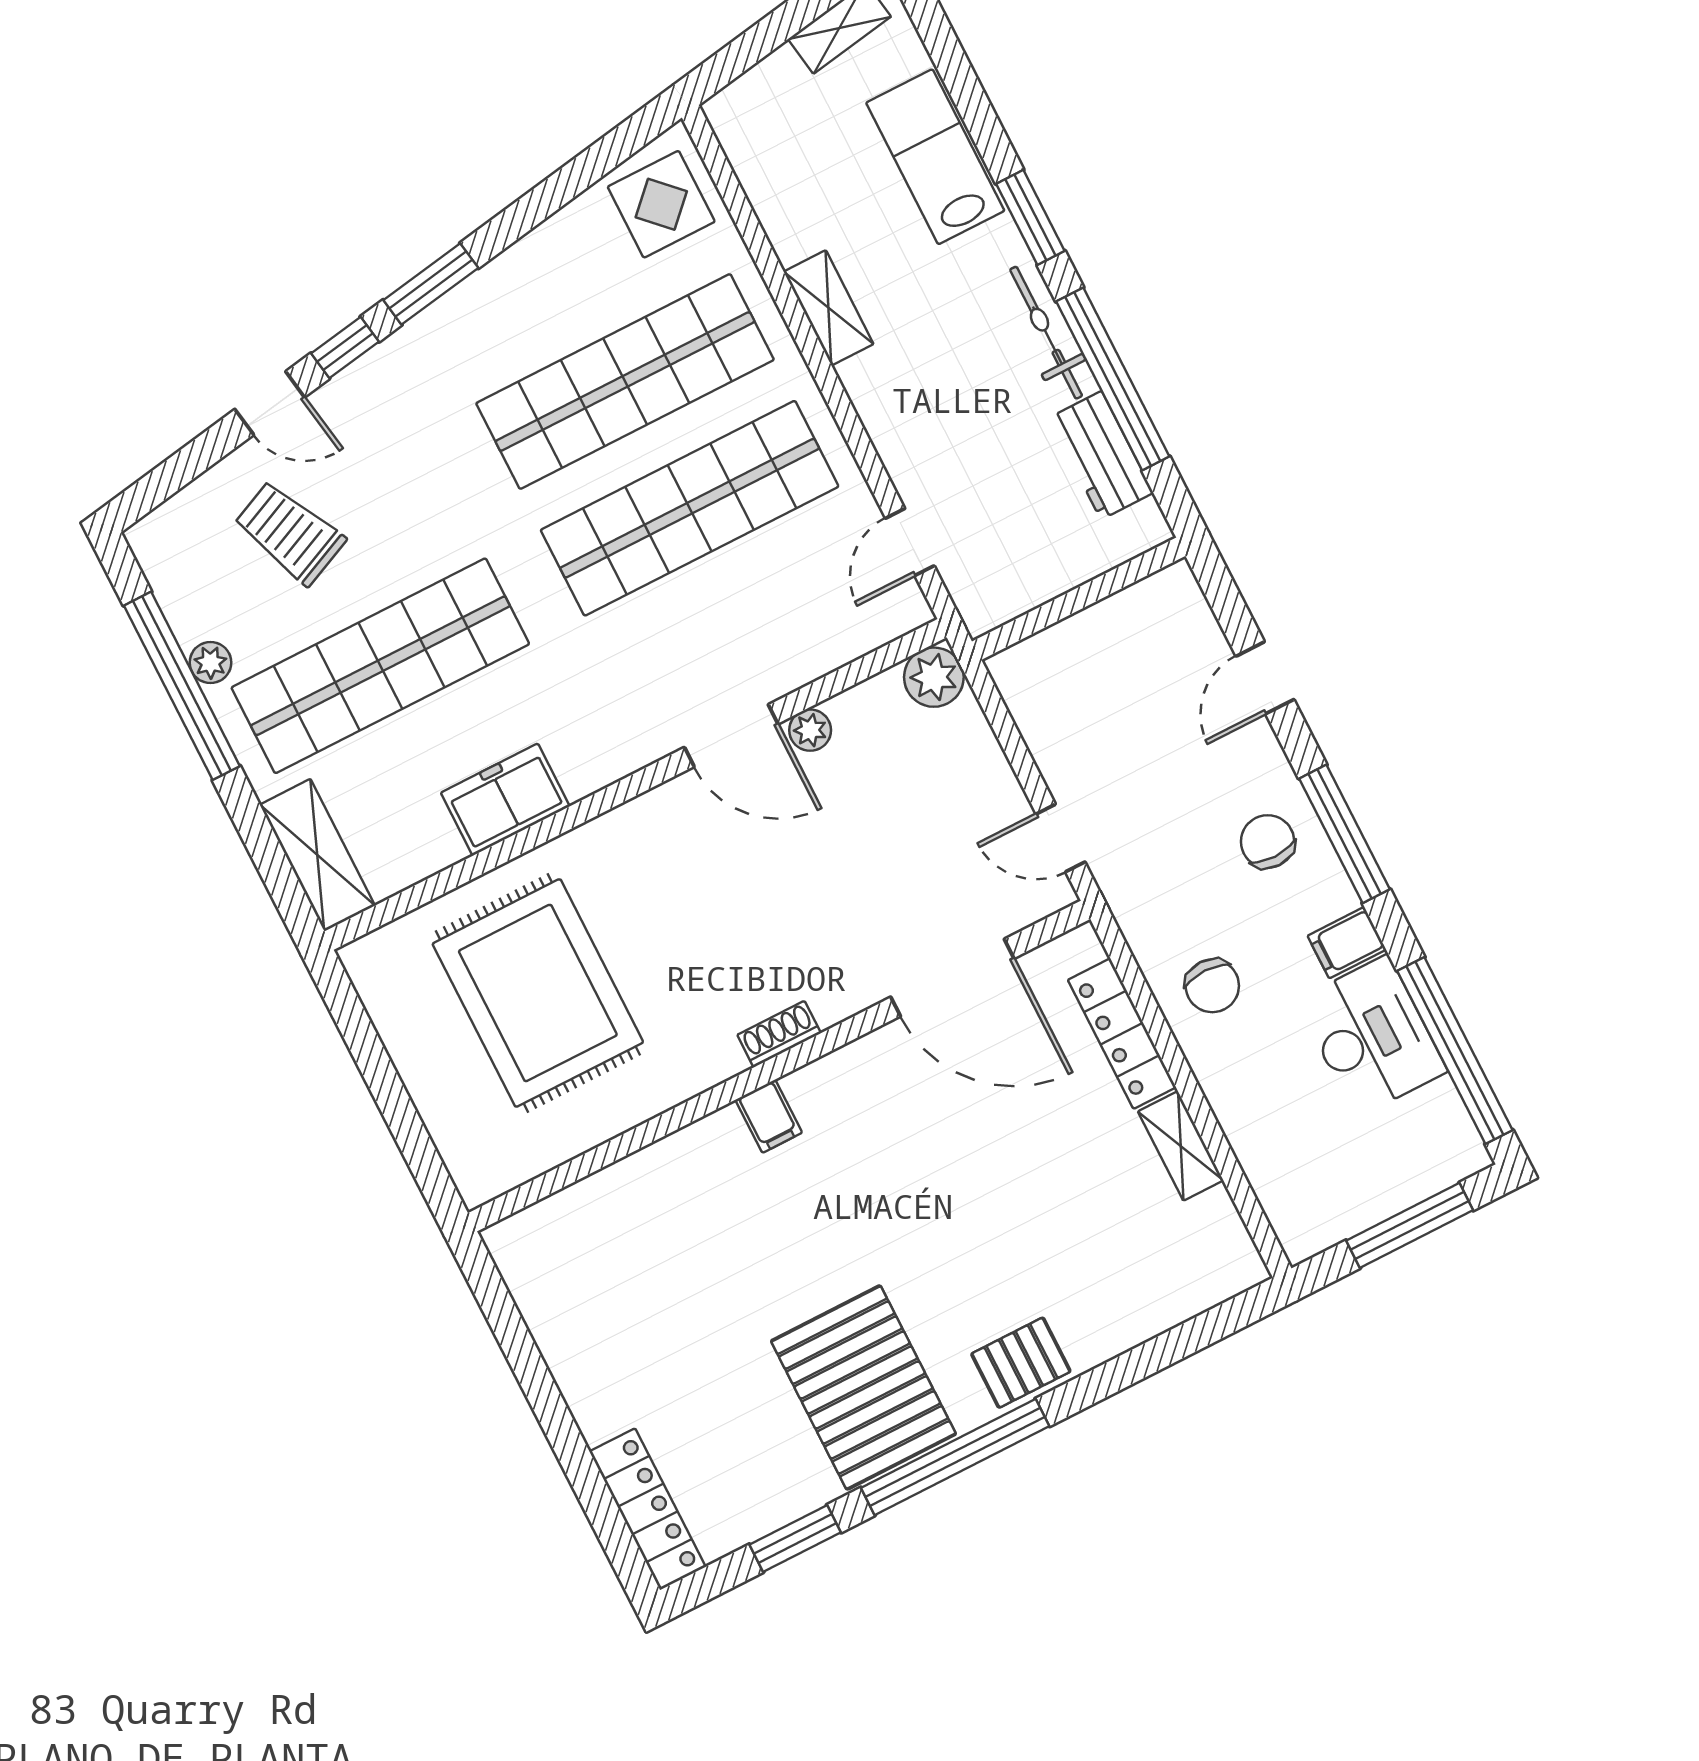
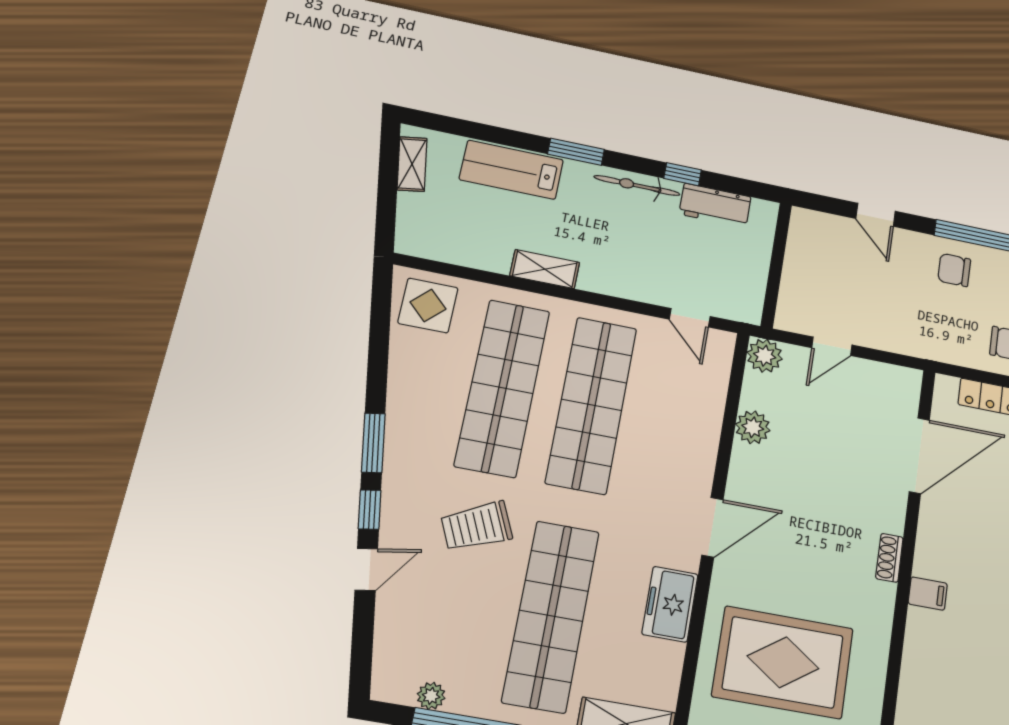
window: (1113, 379) -> (683, 174), width x0.32
trolley: (290, 533) -> (477, 526), moved
plant: (210, 663) -> (431, 696), moved
plant: (810, 730) -> (753, 427), width x1.38, depth x1.38
door: (731, 736) -> (712, 527), moved
door: (1060, 838) -> (832, 346), moved

